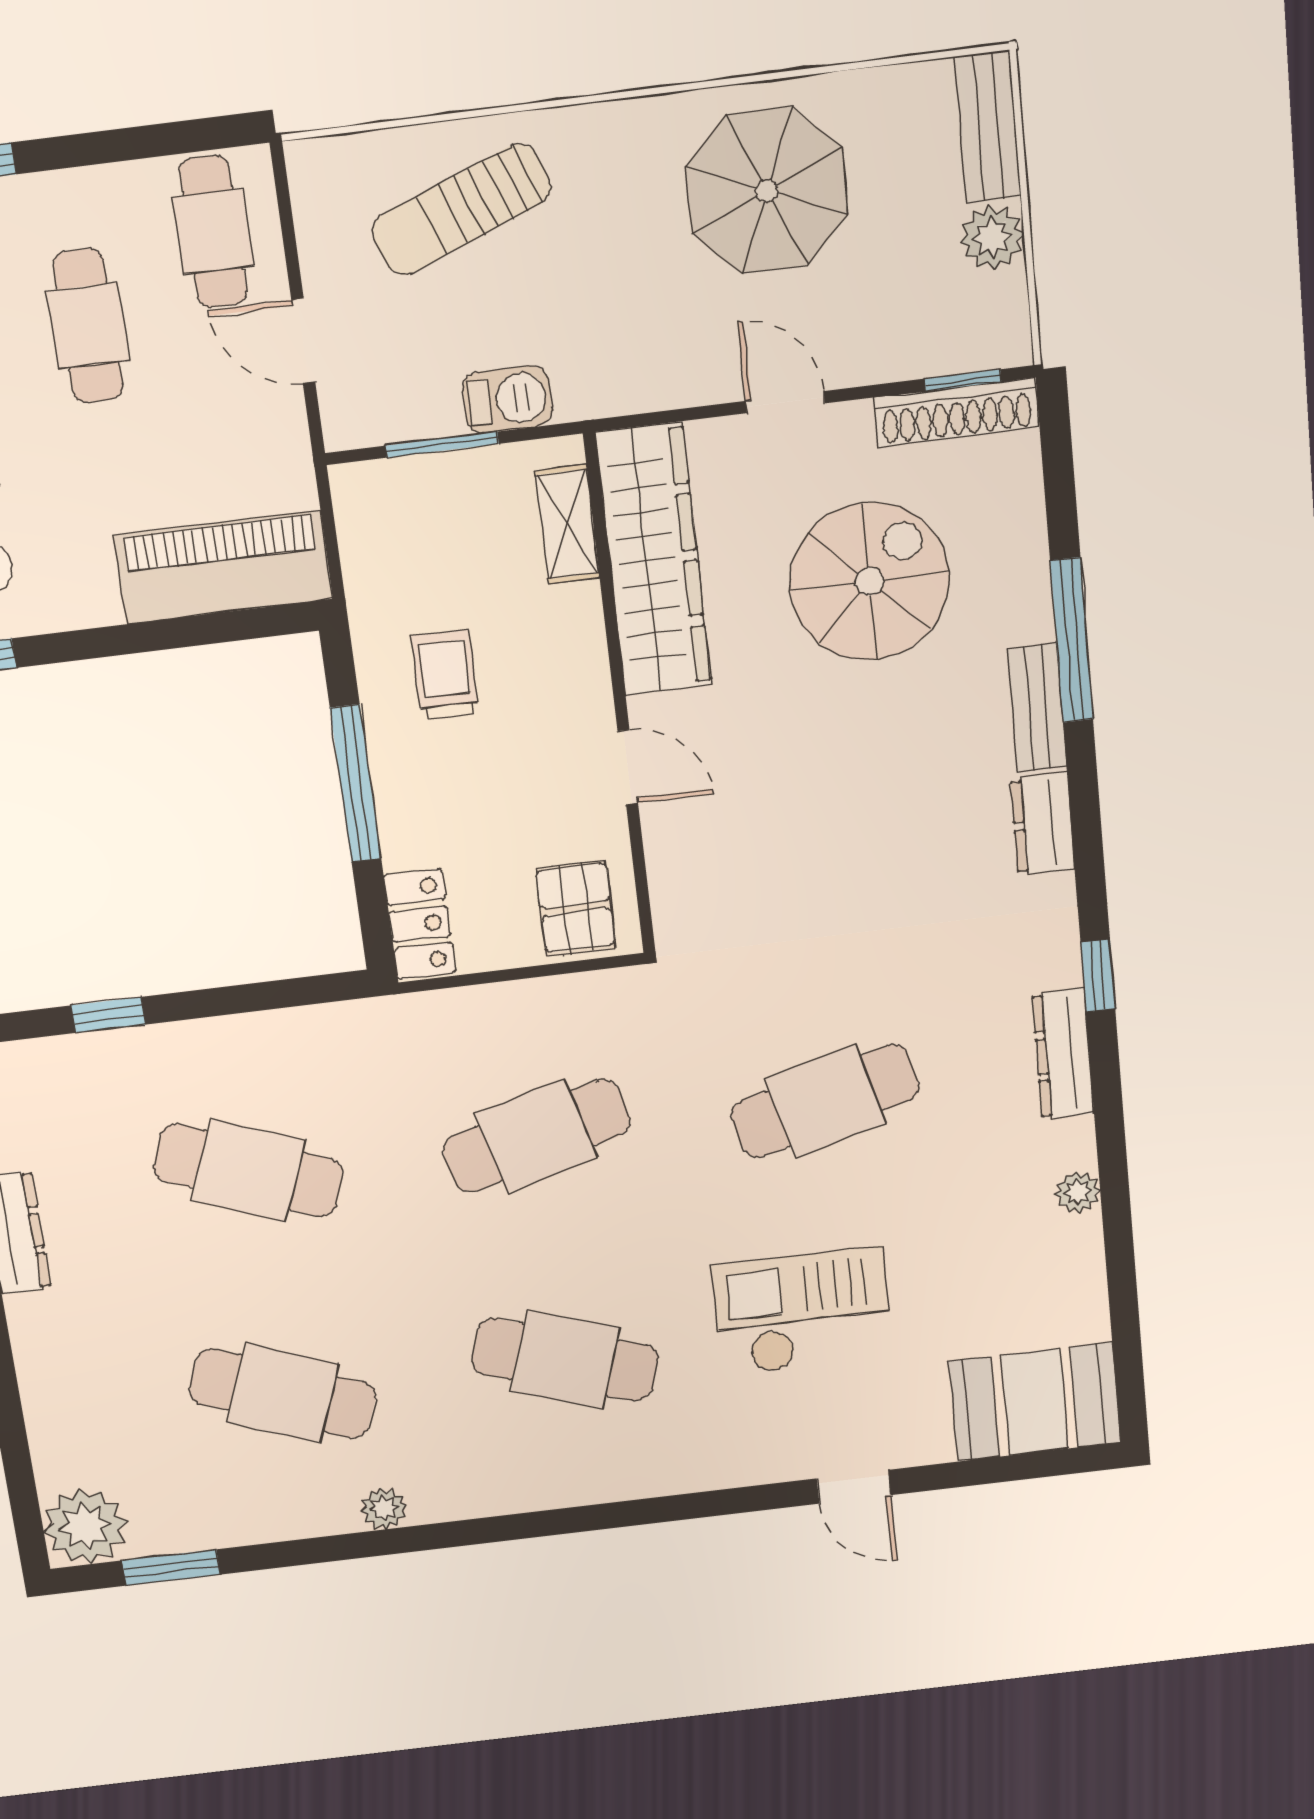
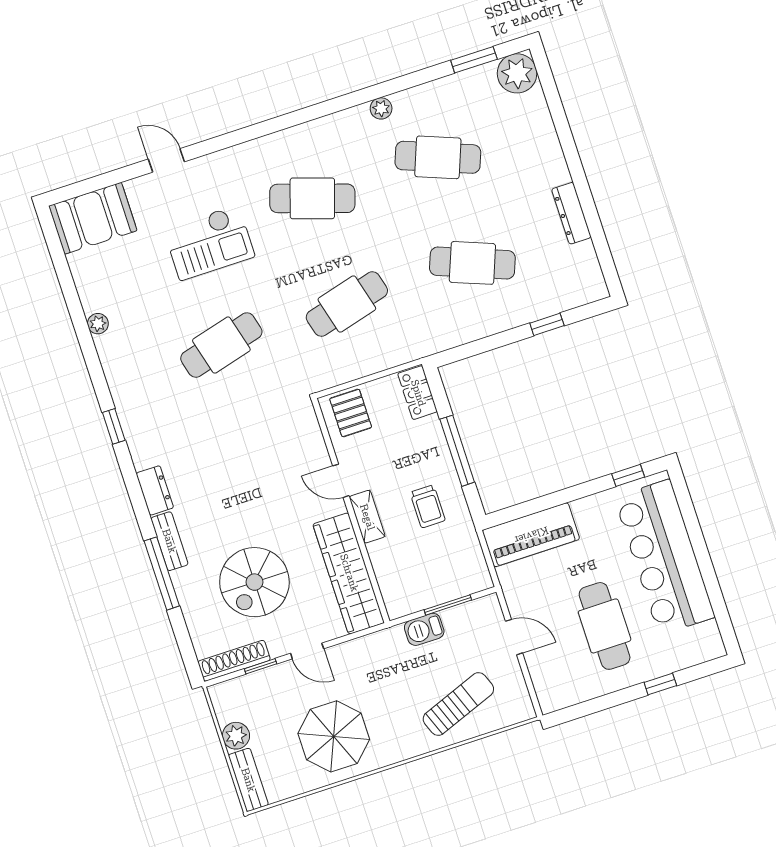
cafe table: (213, 232) -> (559, 675), removed
cafe table: (88, 326) -> (605, 626), width x1.37, depth x1.35
window: (963, 380) -> (261, 666), moved
shelving: (567, 524) -> (367, 517), moved
dresser: (1063, 1054) -> (120, 387), removed

